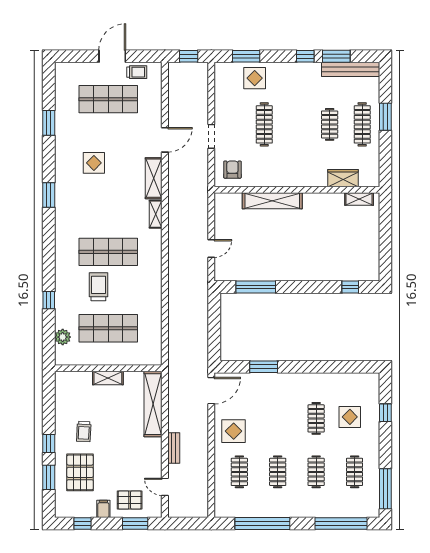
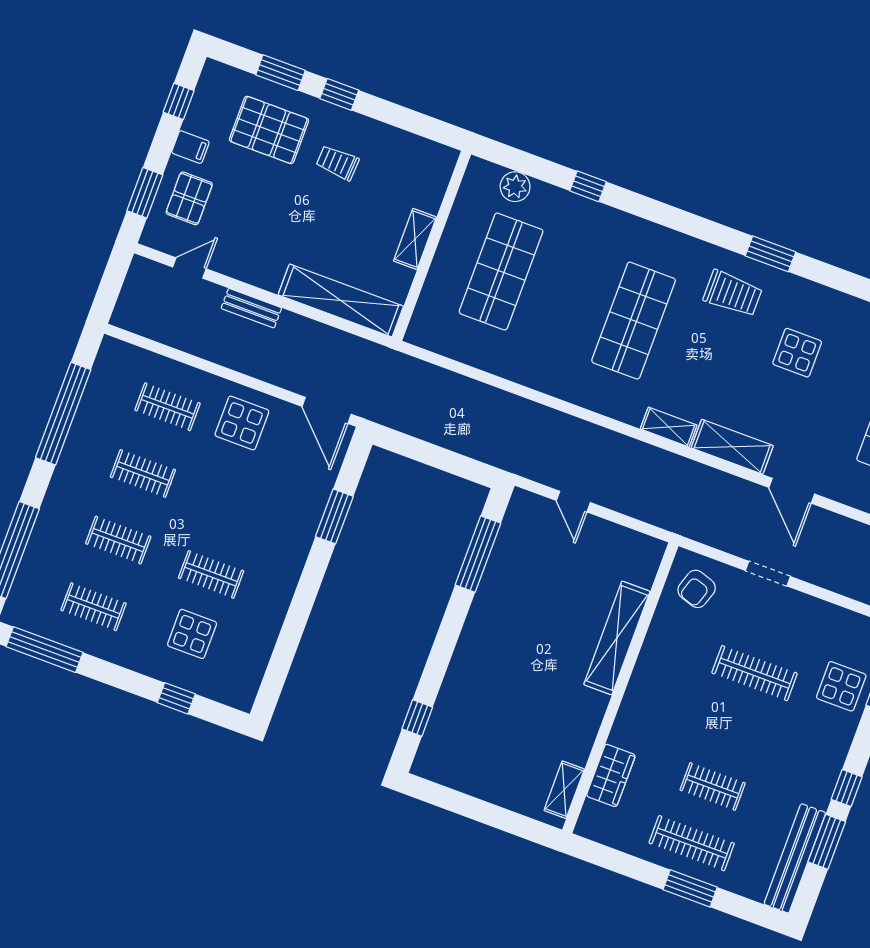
armchair: (232, 170) -> (697, 589), turned 108
trolley: (98, 287) -> (733, 293), moved

